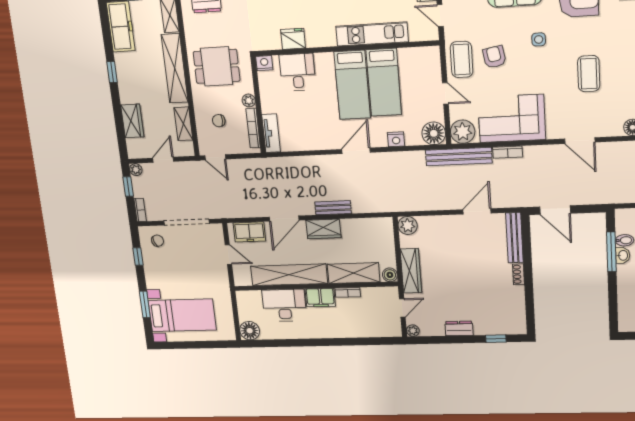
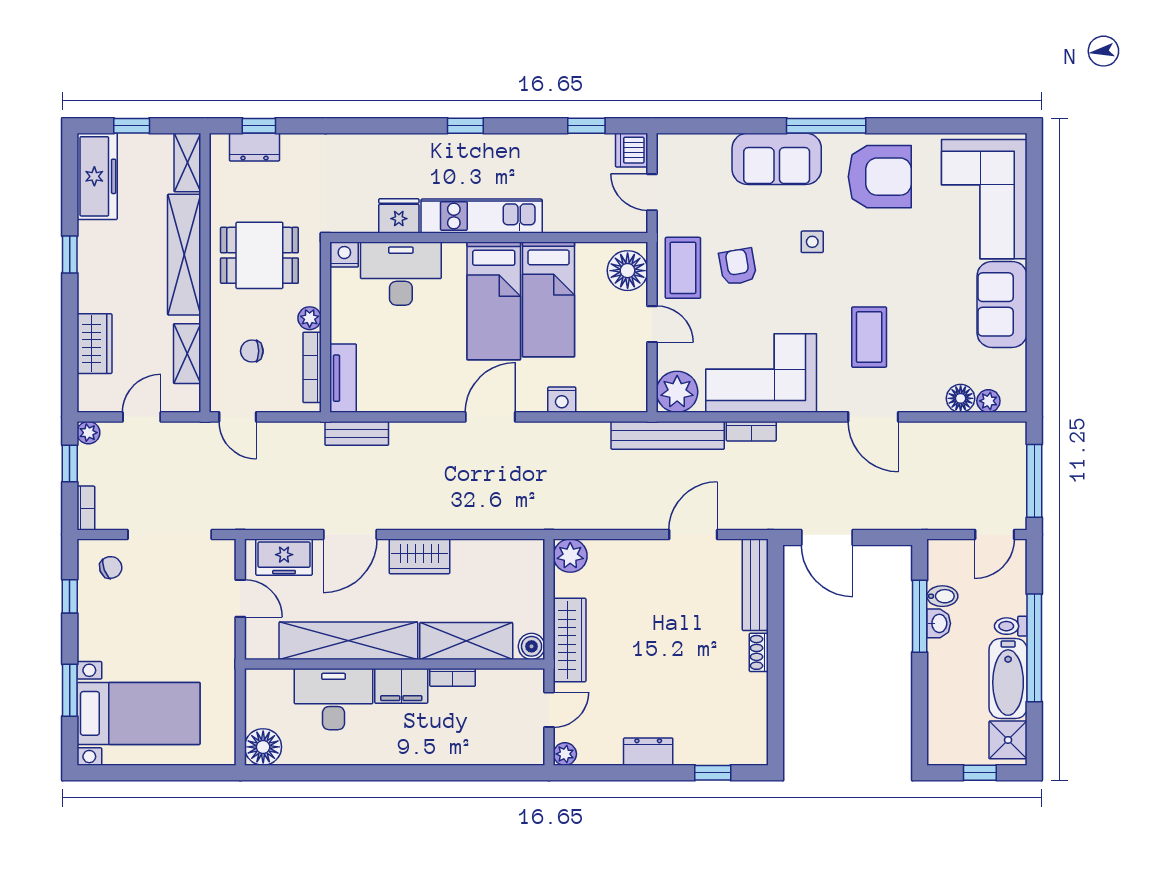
kitchen unit: (372, 34) -> (482, 216), moved
desk: (298, 72) -> (401, 274), width x1.37
coffee table: (589, 74) -> (869, 337), moved
floor lamp: (434, 133) -> (628, 271), moved
bench: (333, 208) -> (357, 433), moved

